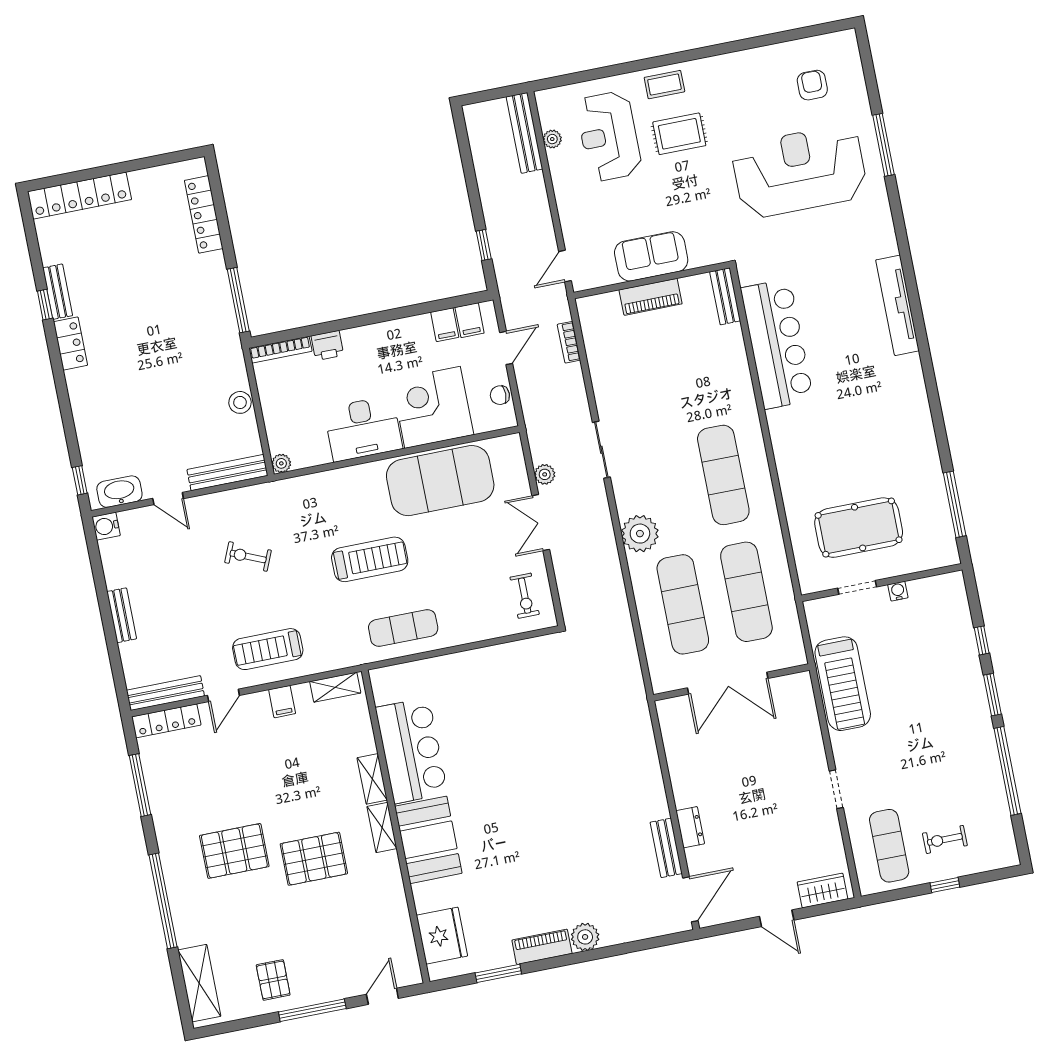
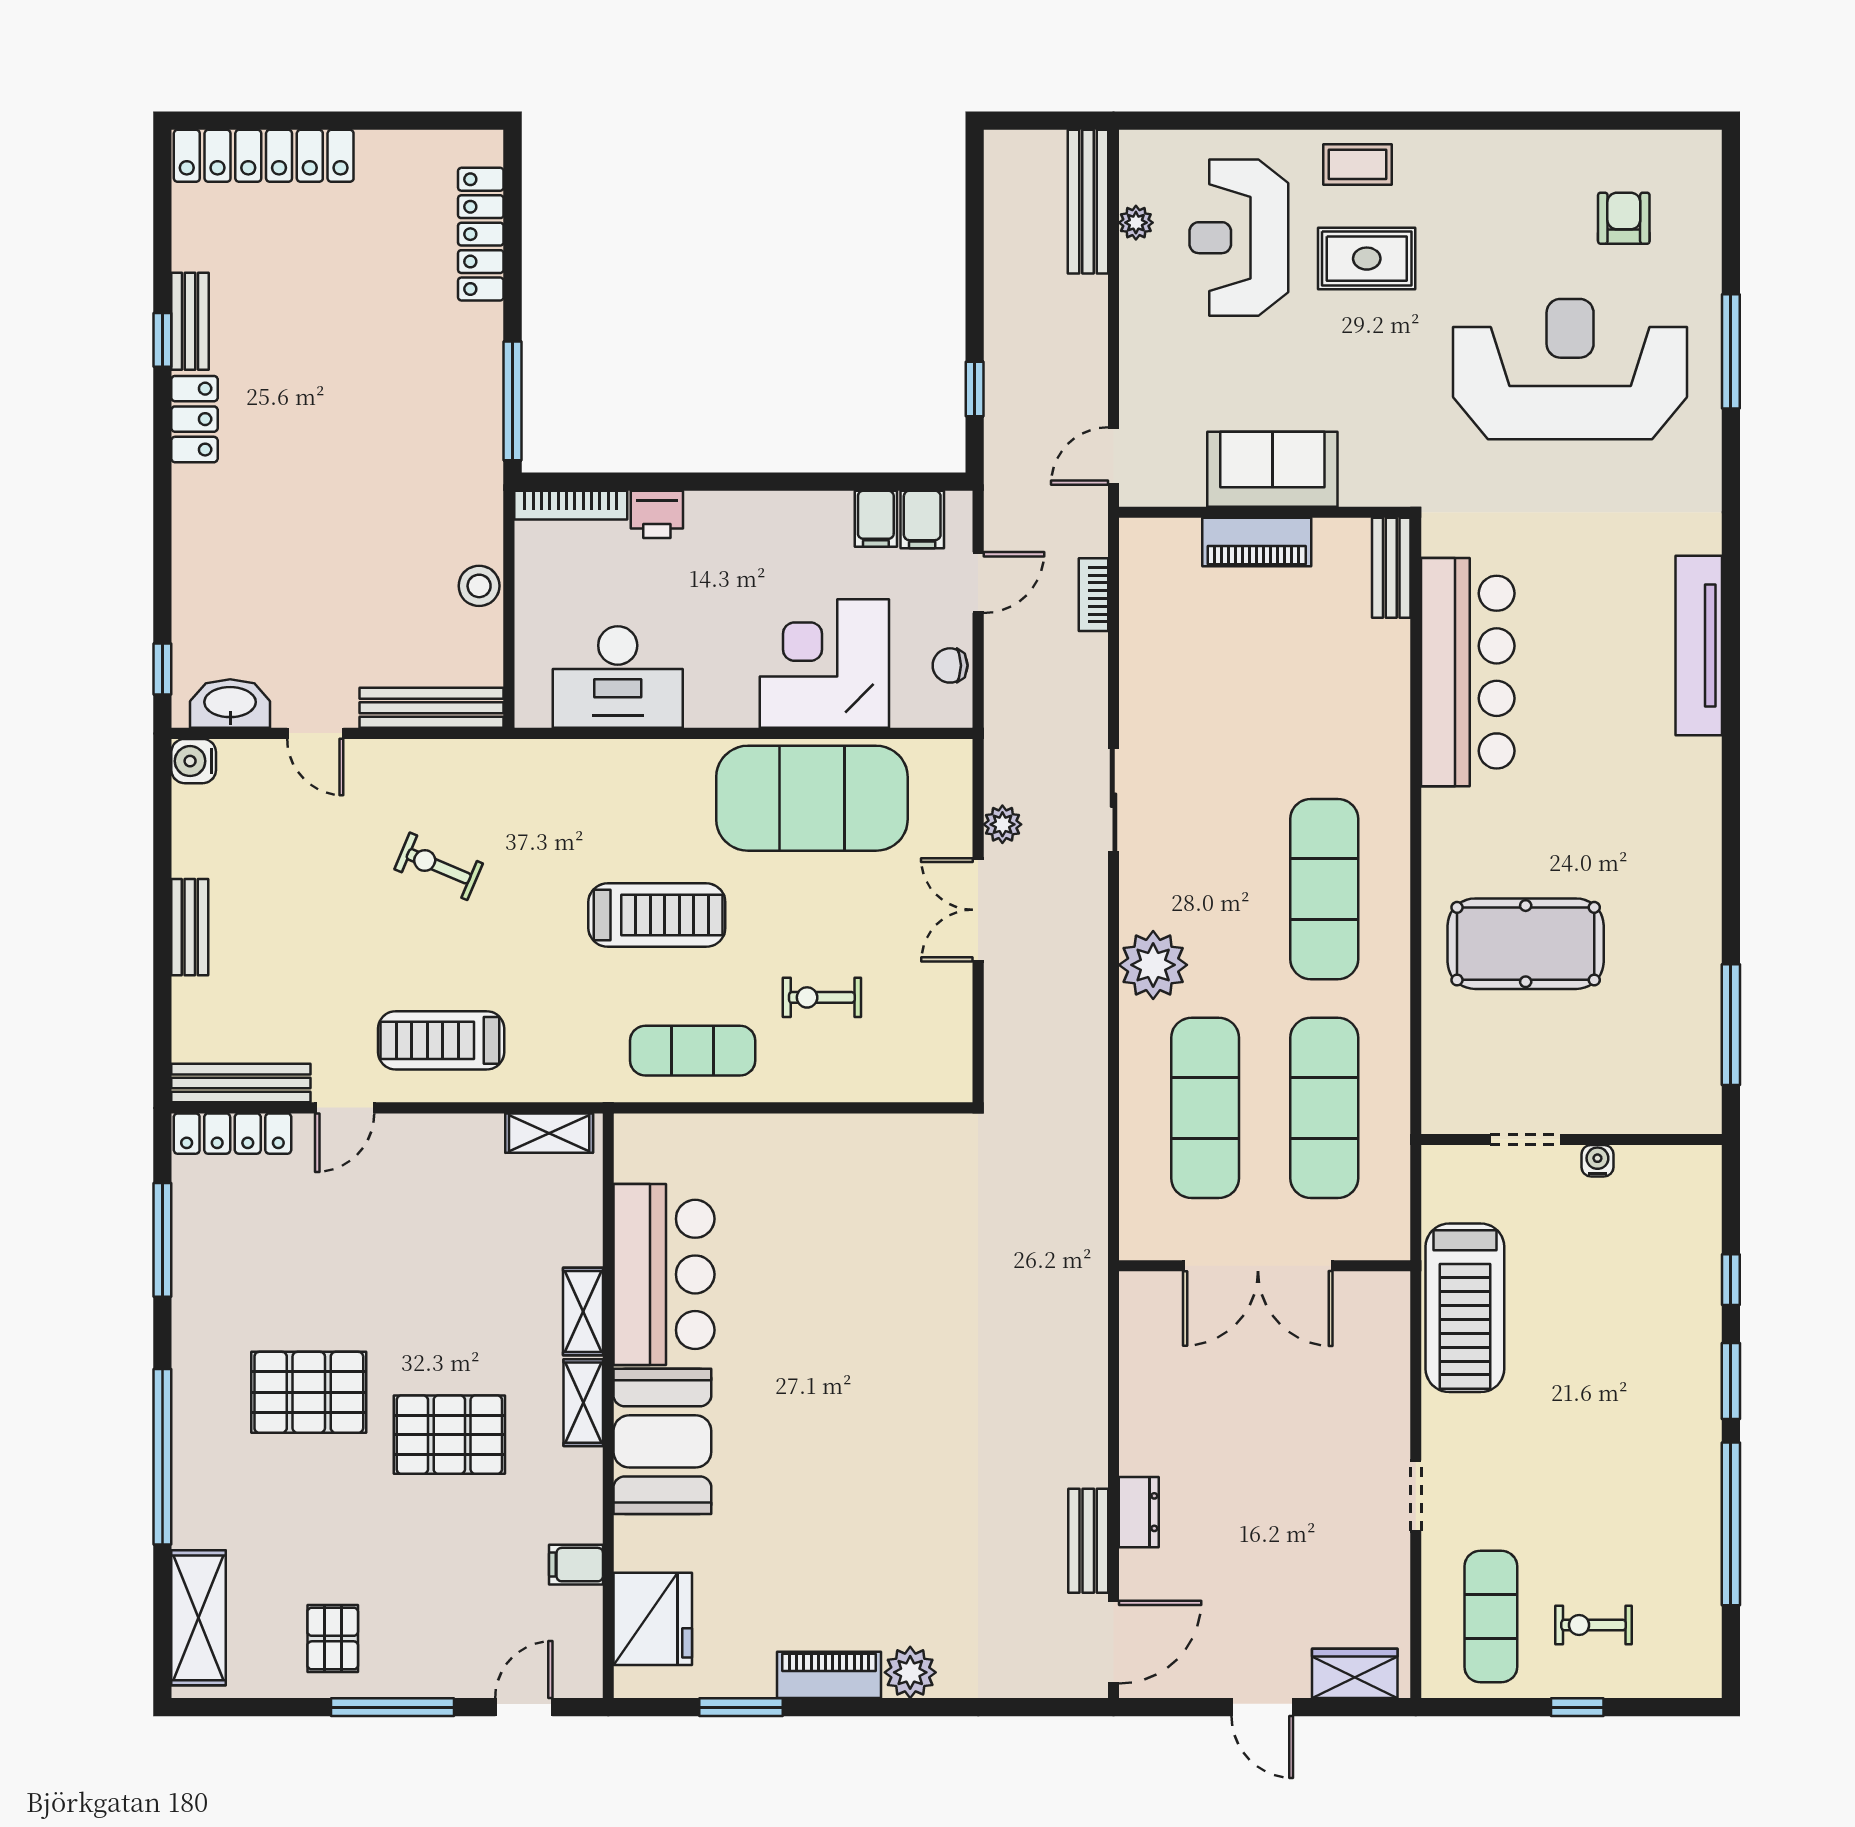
desk: (363, 429) -> (618, 677), moved
plant: (281, 463) -> (532, 710), removed
pool table: (859, 528) -> (1526, 944), moved
exercise bike: (525, 596) -> (822, 997), moved, turned 90
filing cabinet: (282, 702) -> (576, 1565), moved, turned 90

